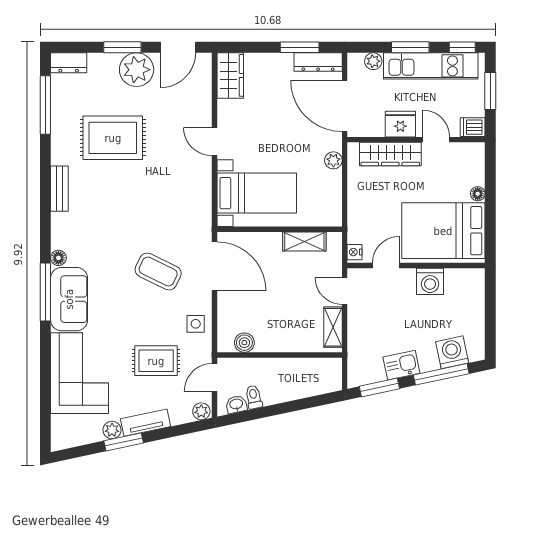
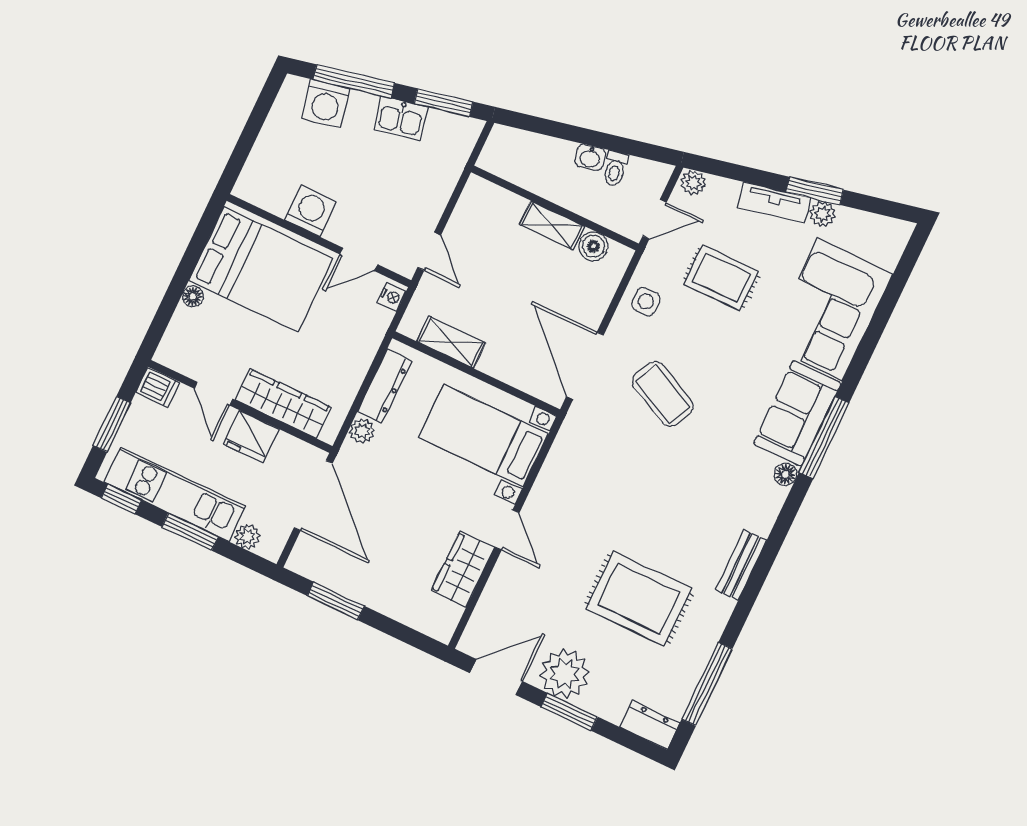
dresser: (318, 62) -> (384, 386), moved, turned 90
wardrobe: (230, 75) -> (463, 569), moved
shelving: (333, 327) -> (552, 225), moved, turned 90
washbasin: (236, 404) -> (590, 157), moved

